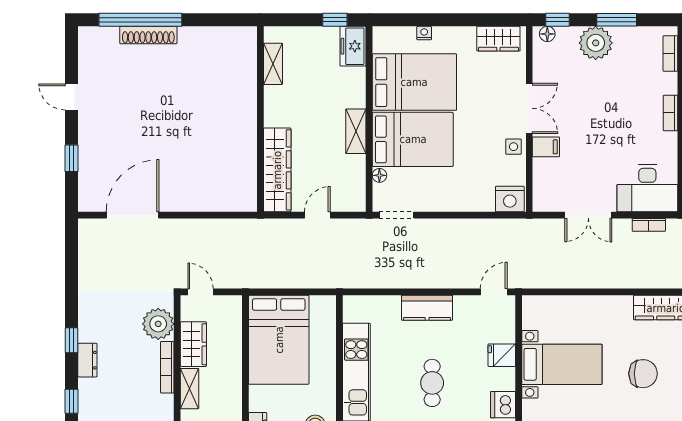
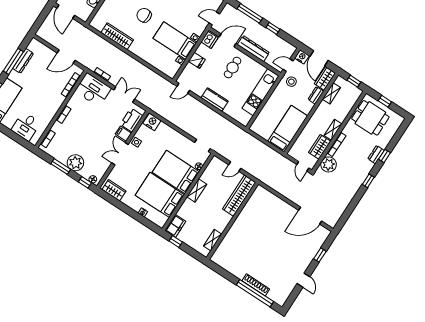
printer: (547, 179) -> (131, 120), added
bed: (279, 340) -> (288, 129), width x0.67
dresser: (87, 360) -> (376, 155), moved

